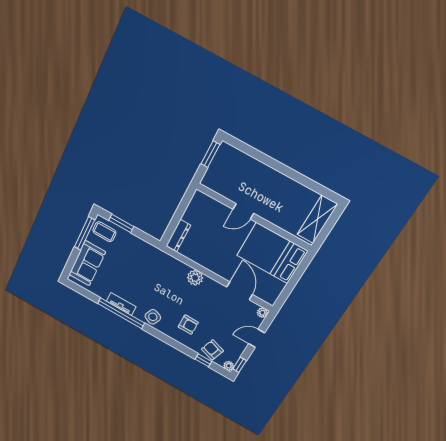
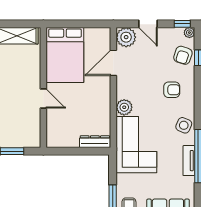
corner sofa: (157, 269) -> (136, 145), added
plant: (262, 313) -> (126, 37), width x1.88, depth x1.88
armchair: (188, 325) -> (172, 90), turned 90

